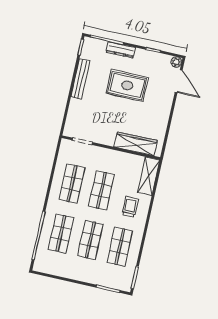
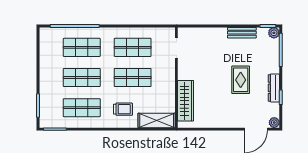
plant: (89, 43) -> (274, 33), added
dresser: (121, 50) -> (274, 88), moved
bench: (80, 79) -> (242, 33), width x0.73
rug: (127, 85) -> (241, 80), width x0.73, depth x0.70

